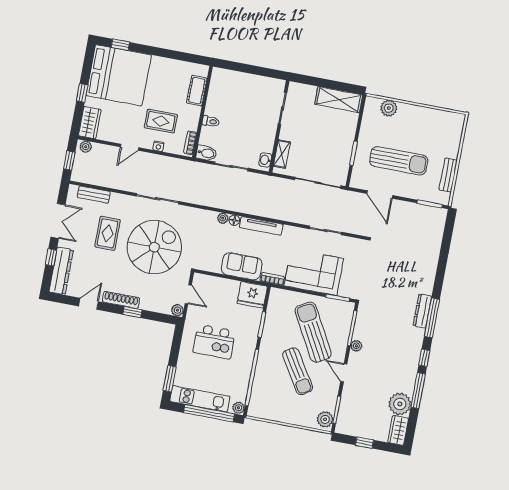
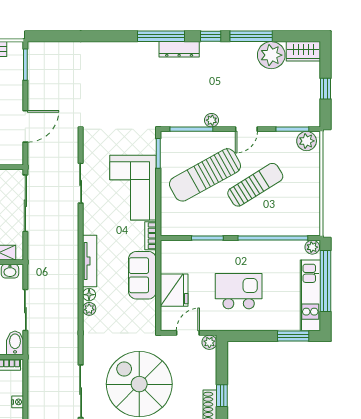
fridge: (252, 295) -> (174, 290), moved
dresser: (422, 311) -> (179, 49), moved
kitchen island: (214, 342) -> (239, 291), turned -90

